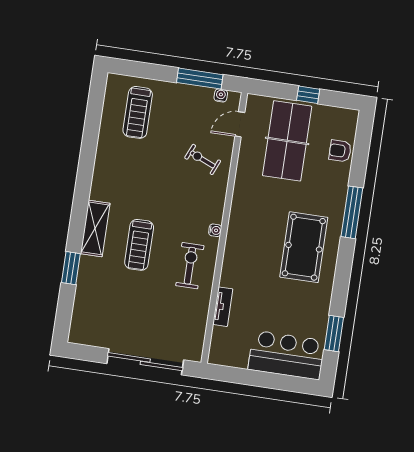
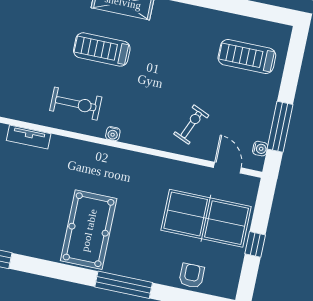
pool table: (304, 247) -> (89, 230), turned 90

